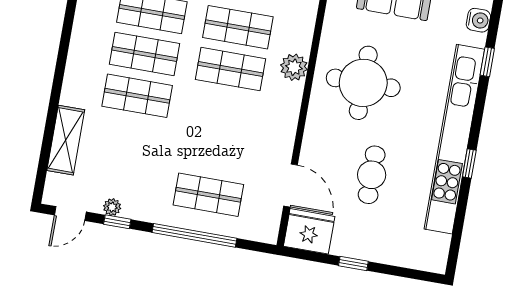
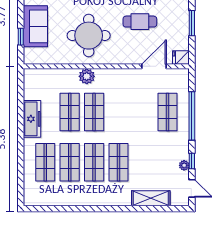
fridge: (309, 231) -> (181, 57), width x0.53, depth x0.75
window: (353, 263) -> (192, 23), width x1.50

